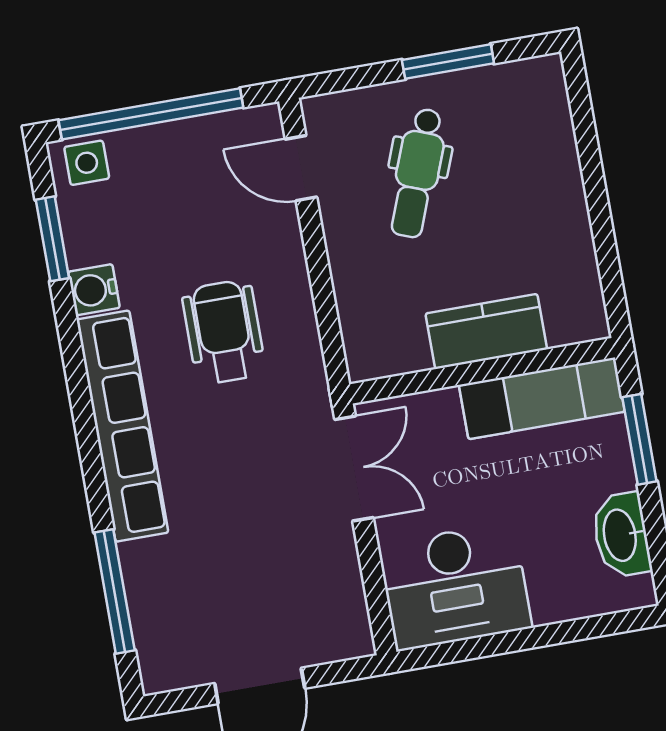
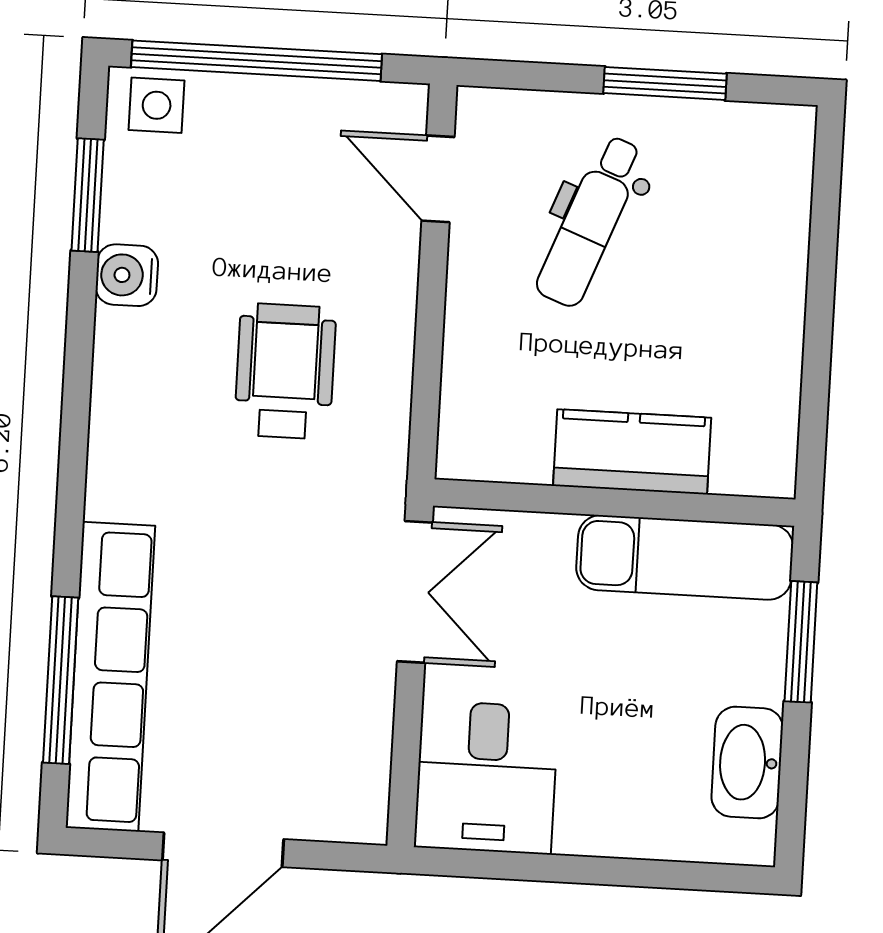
row of seats: (122, 426) -> (110, 677), moved
desk: (455, 586) -> (486, 777), width x0.73

